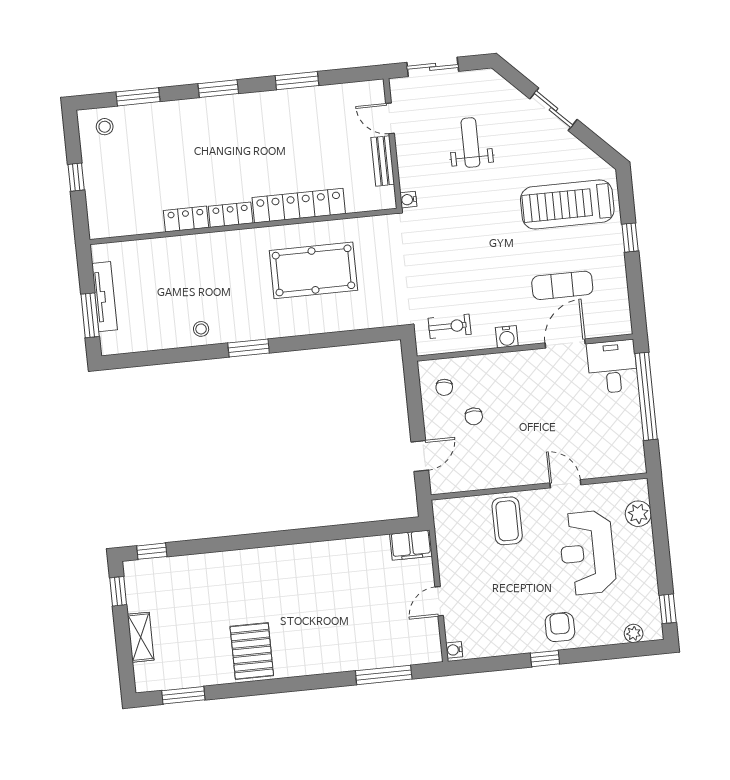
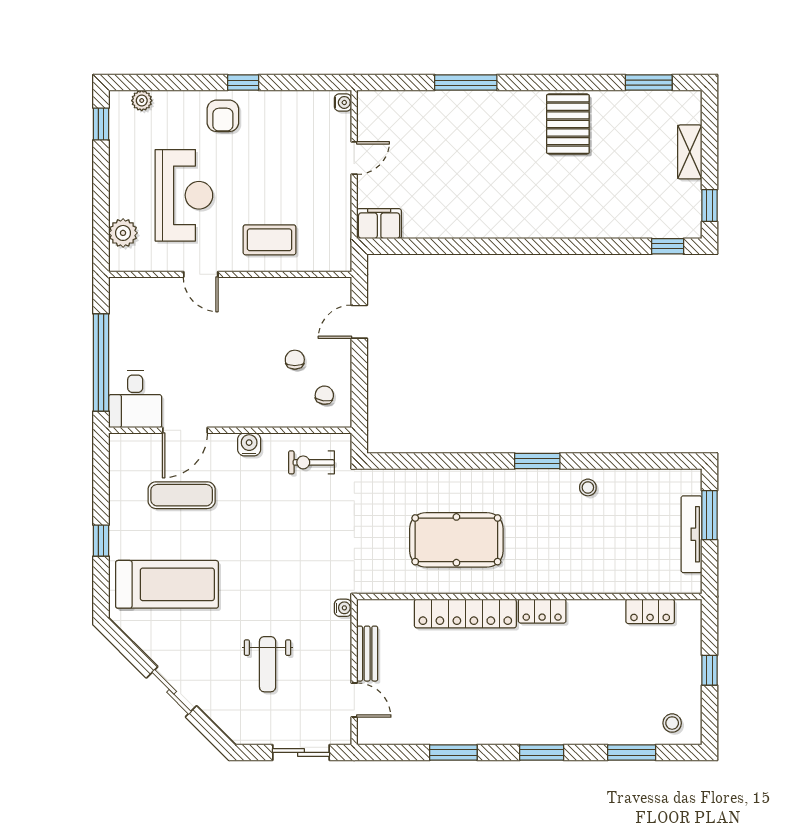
locker: (186, 219) -> (650, 611), moved
coffee table: (507, 521) -> (269, 240), turned 90
window: (384, 675) -> (466, 83), moved

